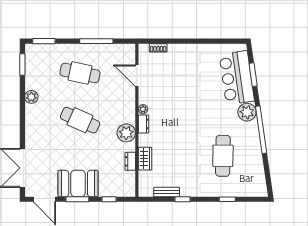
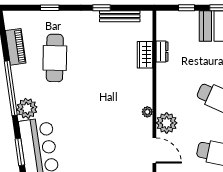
dresser: (143, 124) -> (147, 95), removed
plant: (126, 133) -> (167, 123), moved
piano: (257, 165) -> (16, 47), added
bench: (167, 192) -> (120, 16), width x1.36

